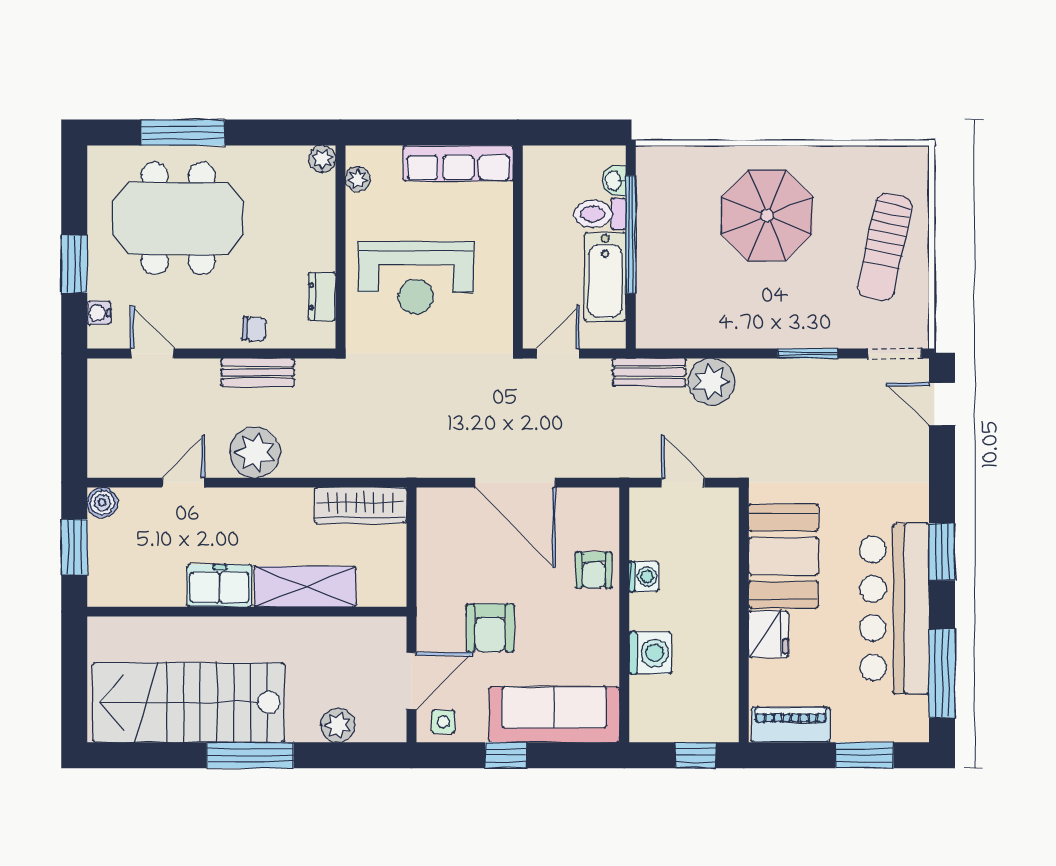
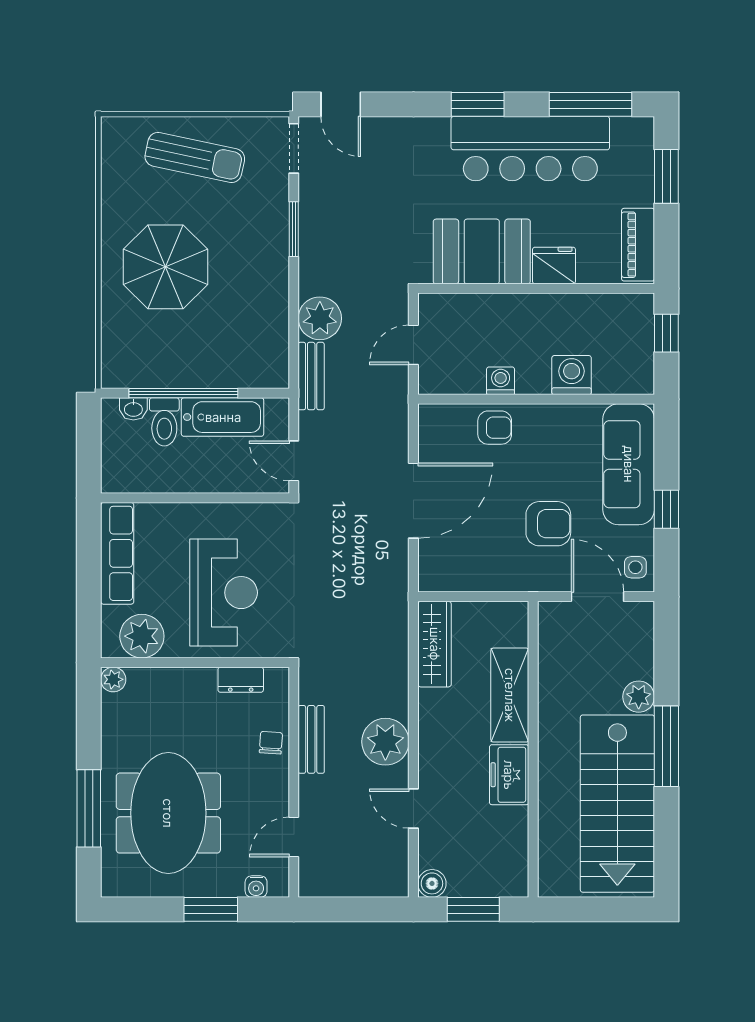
plant: (358, 179) -> (142, 636), width x1.88, depth x1.88
door: (942, 404) -> (341, 104), hinge flipped
plant: (338, 725) -> (639, 697), moved

